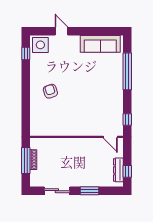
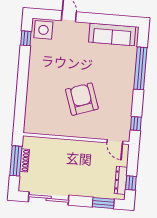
armchair: (50, 91) -> (82, 99), moved, width x1.88, depth x1.88
sliding door: (57, 191) -> (49, 198), width x1.37
window: (89, 191) -> (103, 203), moved

